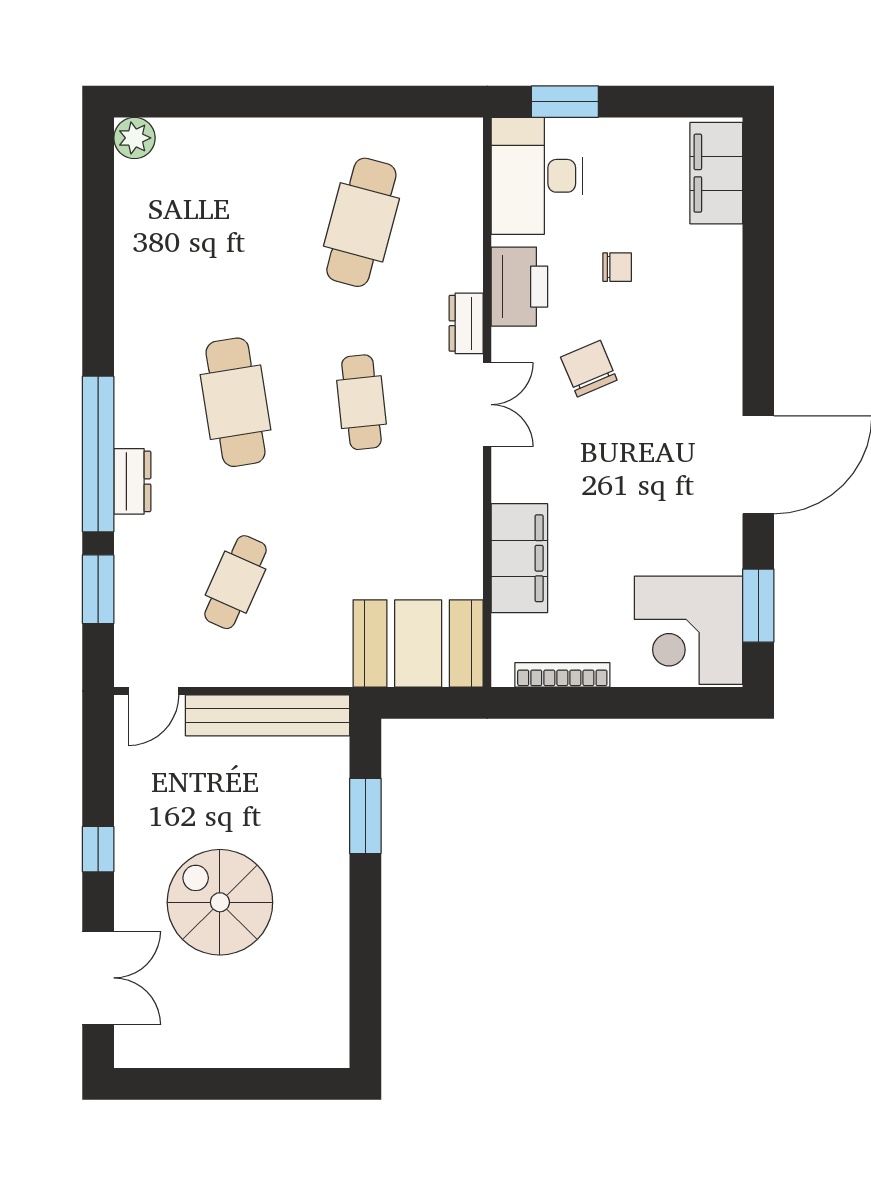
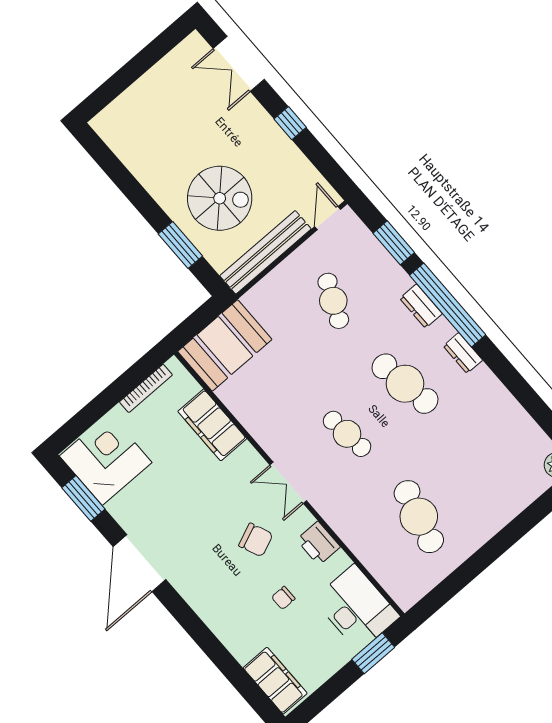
printer: (519, 287) -> (318, 543), width x0.73, depth x0.84
dresser: (466, 323) -> (463, 353), moved, turned 180
spiral stairs: (220, 902) -> (220, 198), moved

